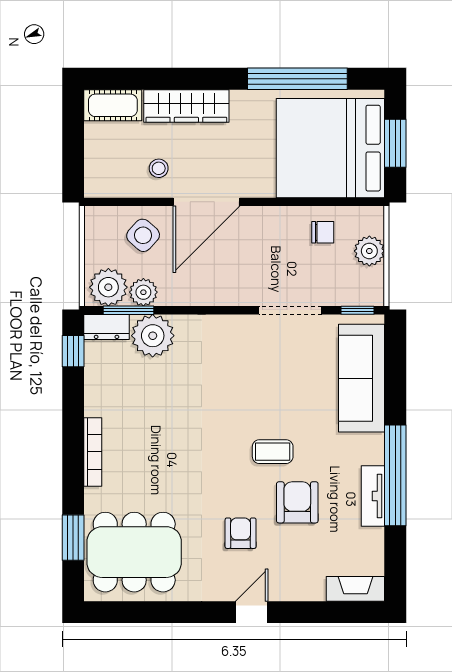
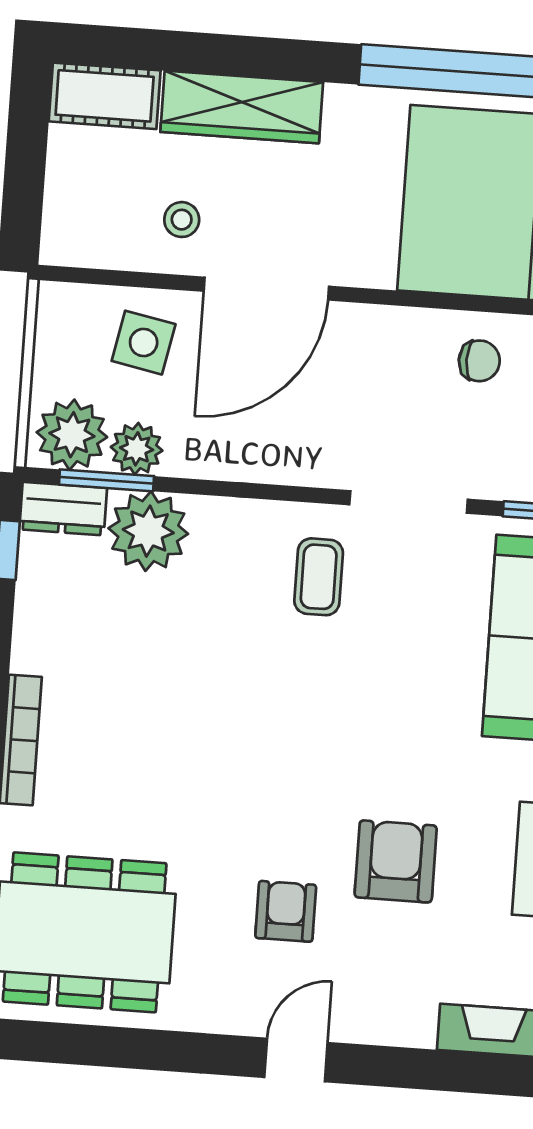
side table: (143, 235) -> (144, 343), turned -31
coffee table: (273, 452) -> (319, 577), moved, turned 90

